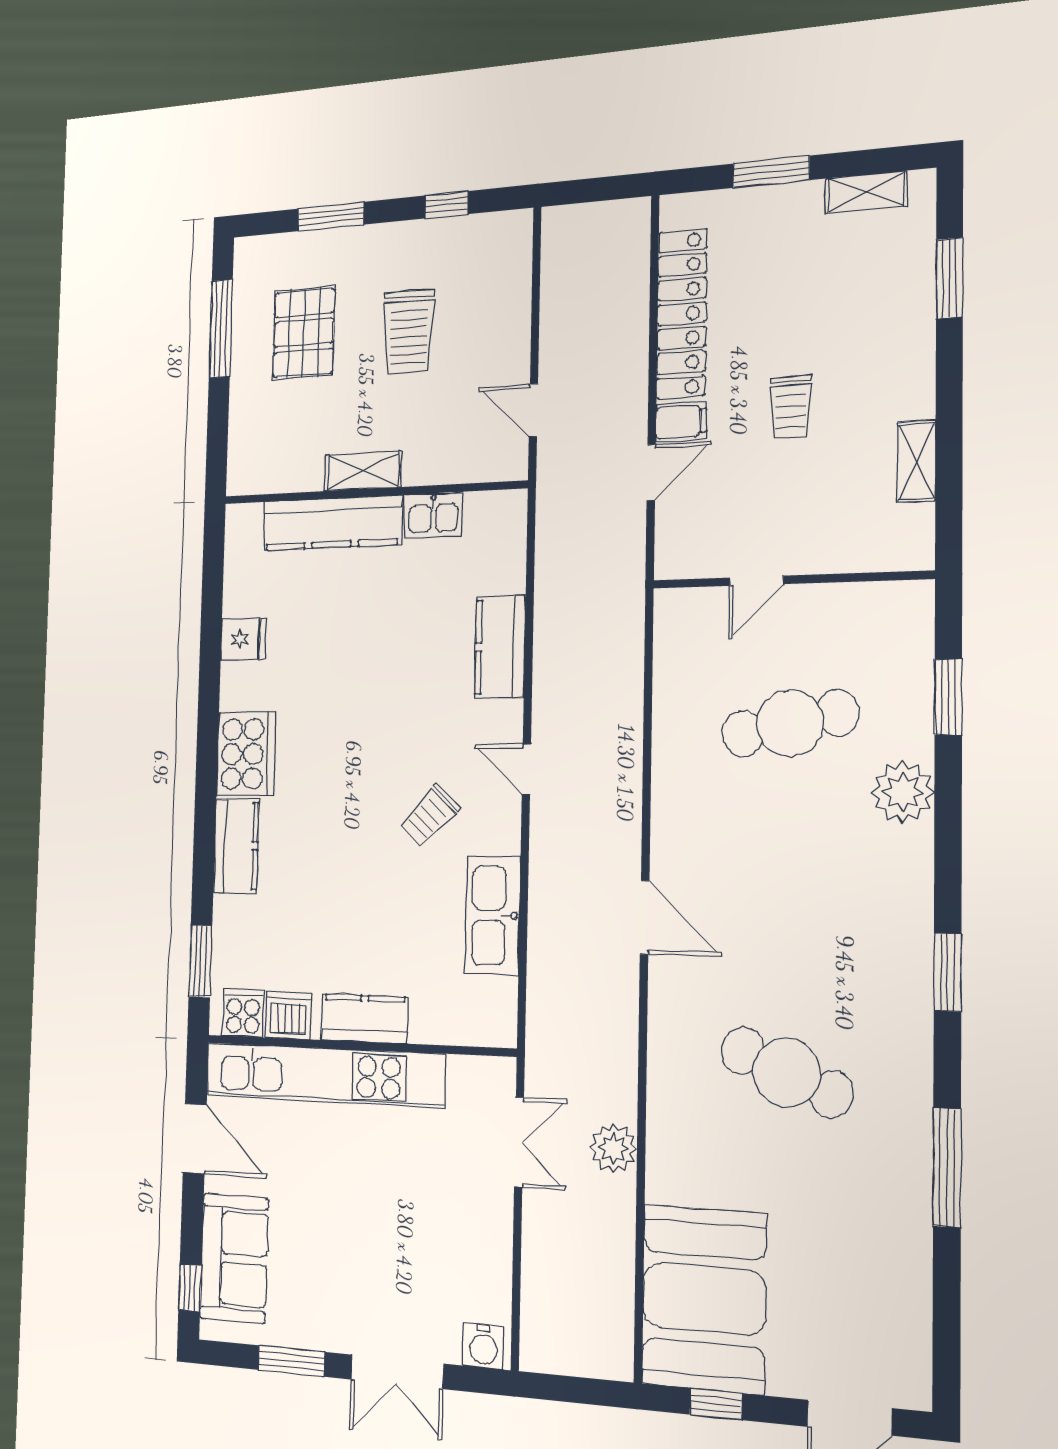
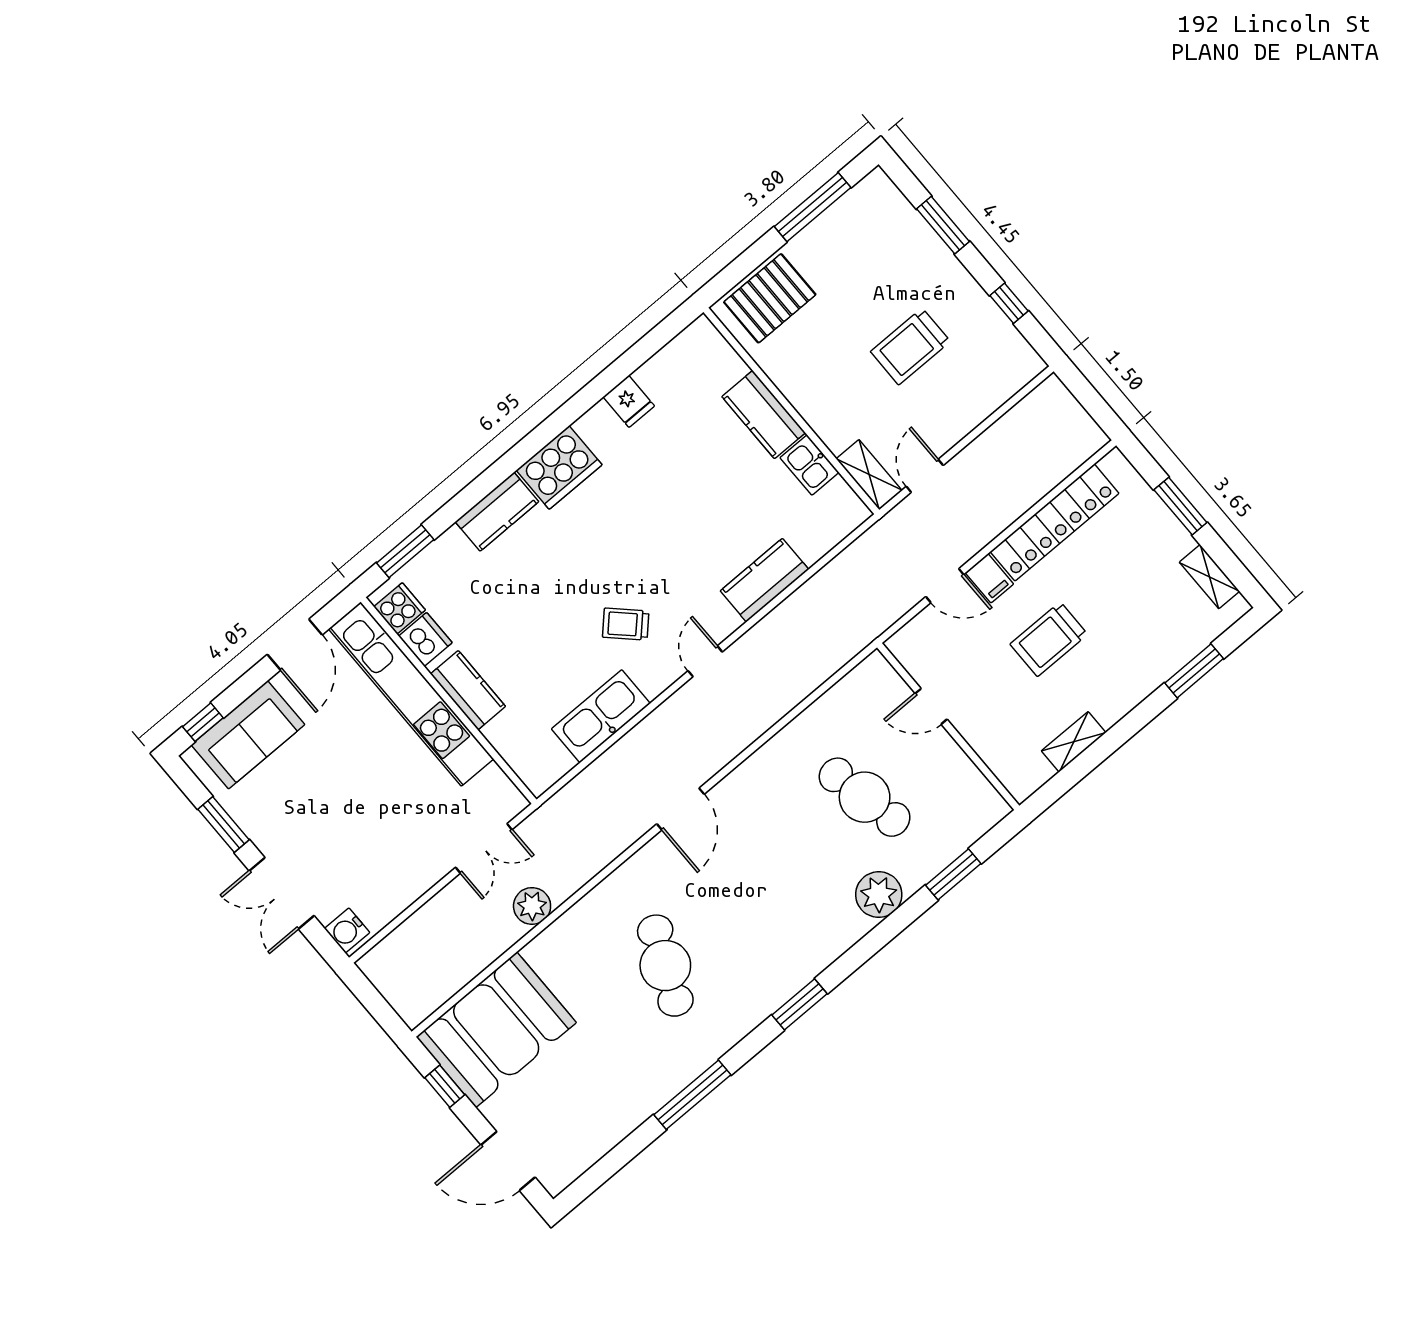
pallet: (304, 333) -> (770, 298), moved
trolley: (790, 407) -> (1049, 639), width x1.36, depth x1.39
shelving: (363, 471) -> (869, 475), moved
kitchen counter: (332, 523) -> (764, 415), width x0.67

